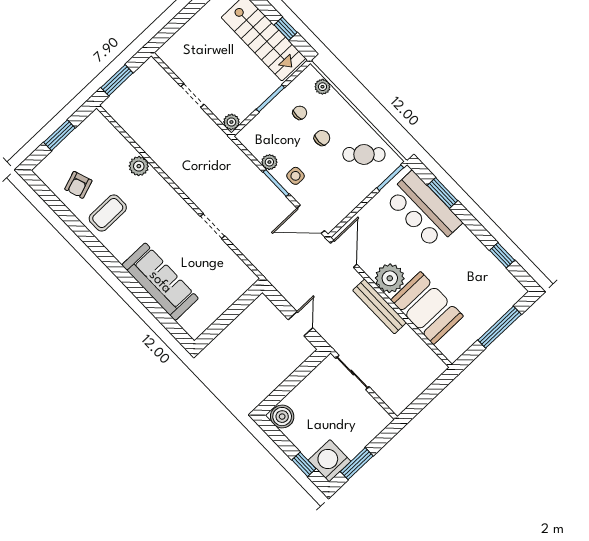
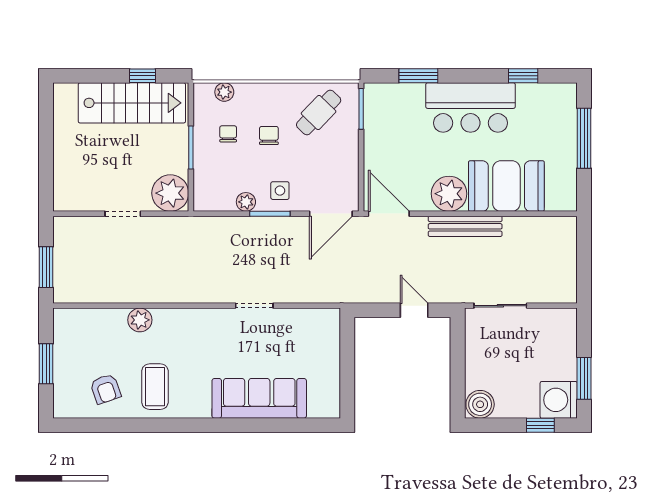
plant: (231, 122) -> (170, 193), width x1.87, depth x1.87
bar counter: (423, 210) -> (470, 108), moved

